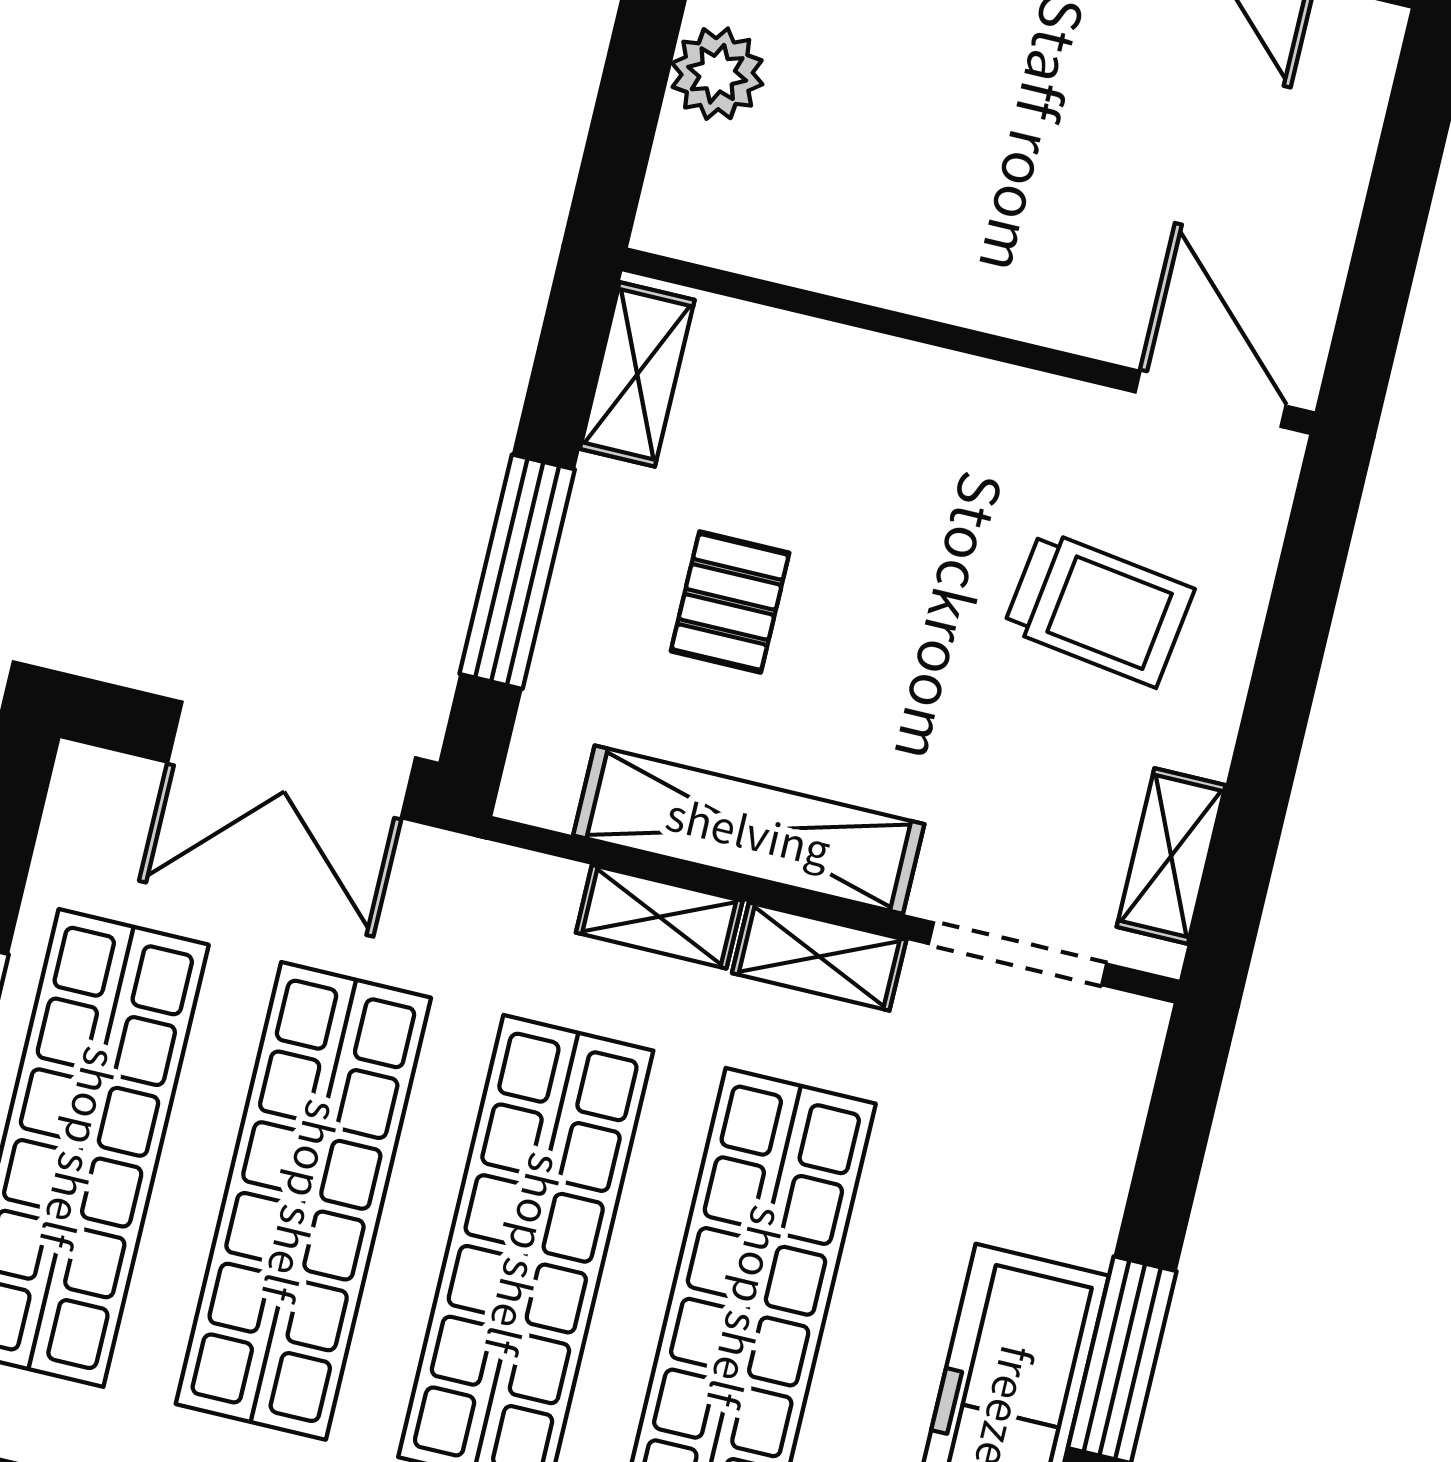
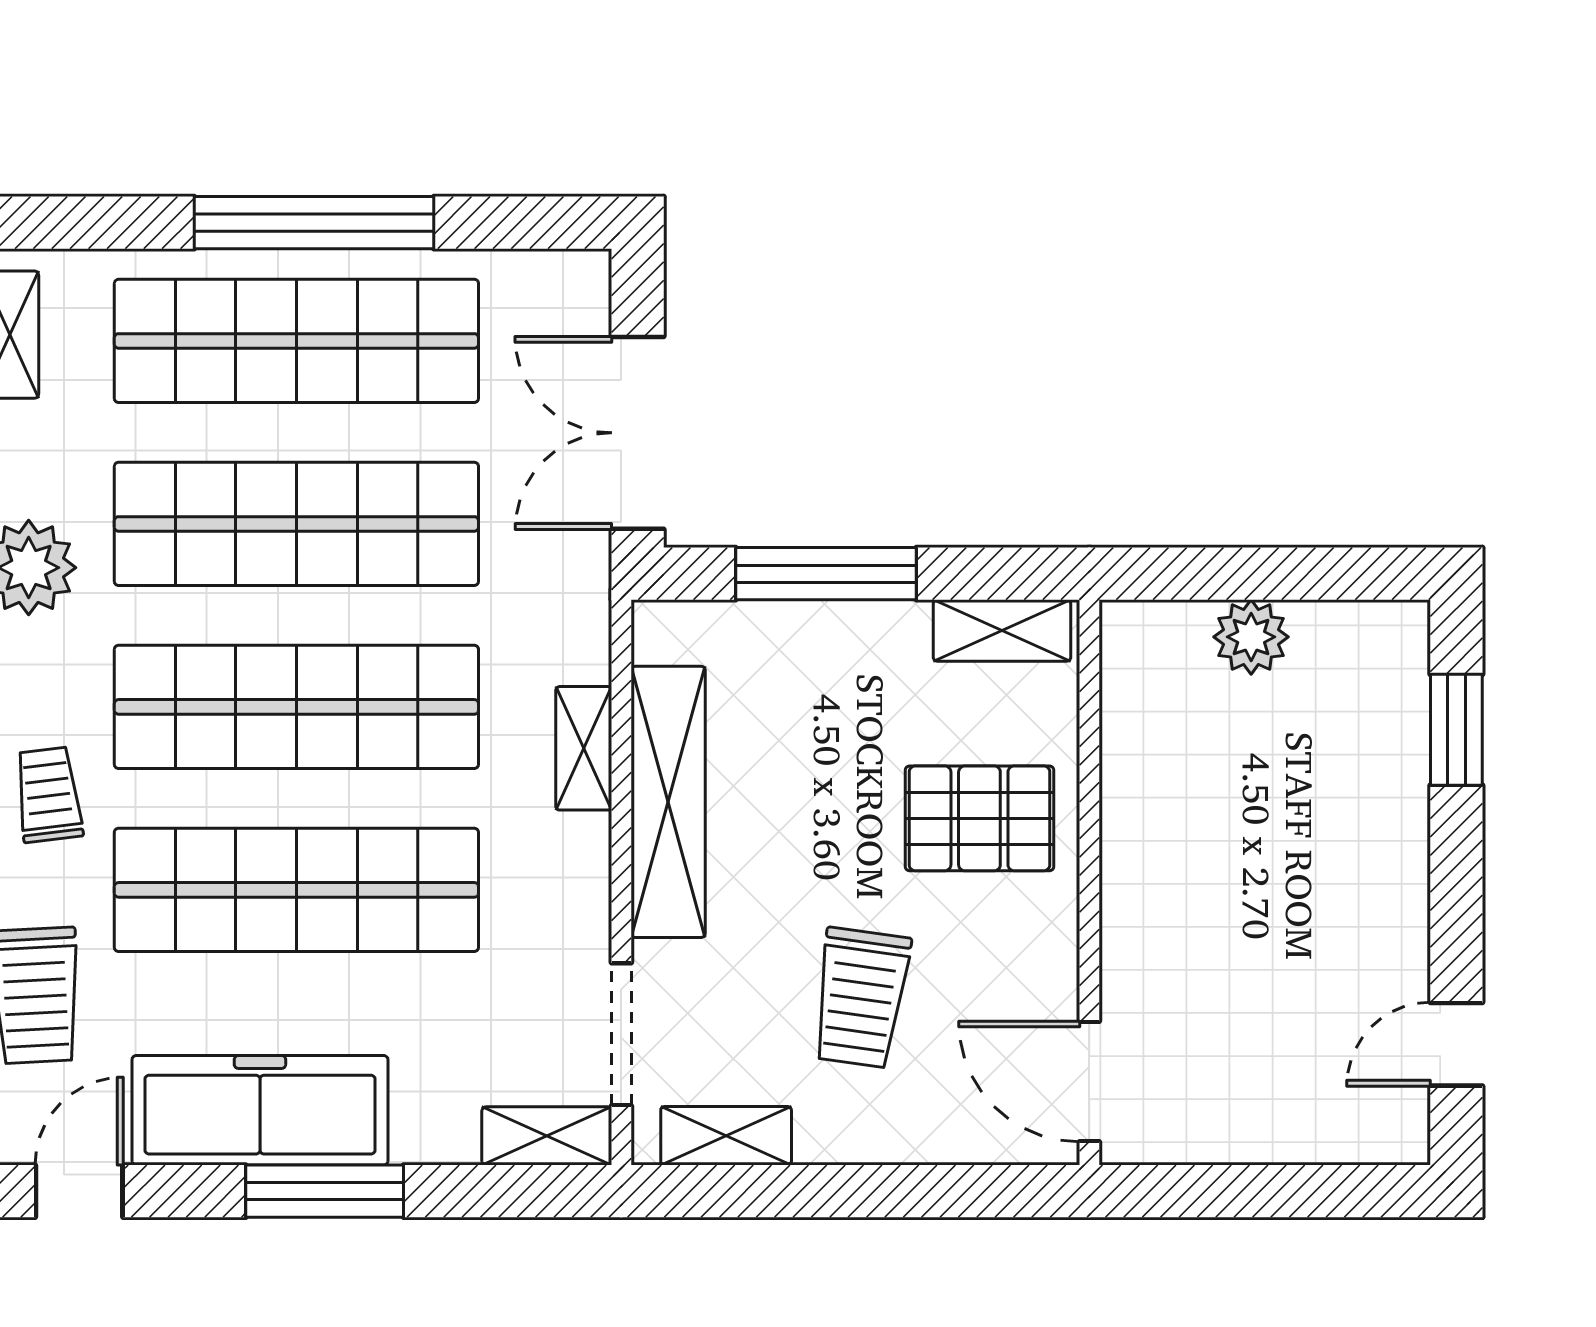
door: (1210, 399) -> (1089, 1082), swing flipped
pallet: (730, 602) -> (979, 818), moved, width x1.50, depth x1.42
trolley: (1099, 609) -> (861, 998), moved
shelving: (819, 956) -> (547, 1136), moved, turned 90

